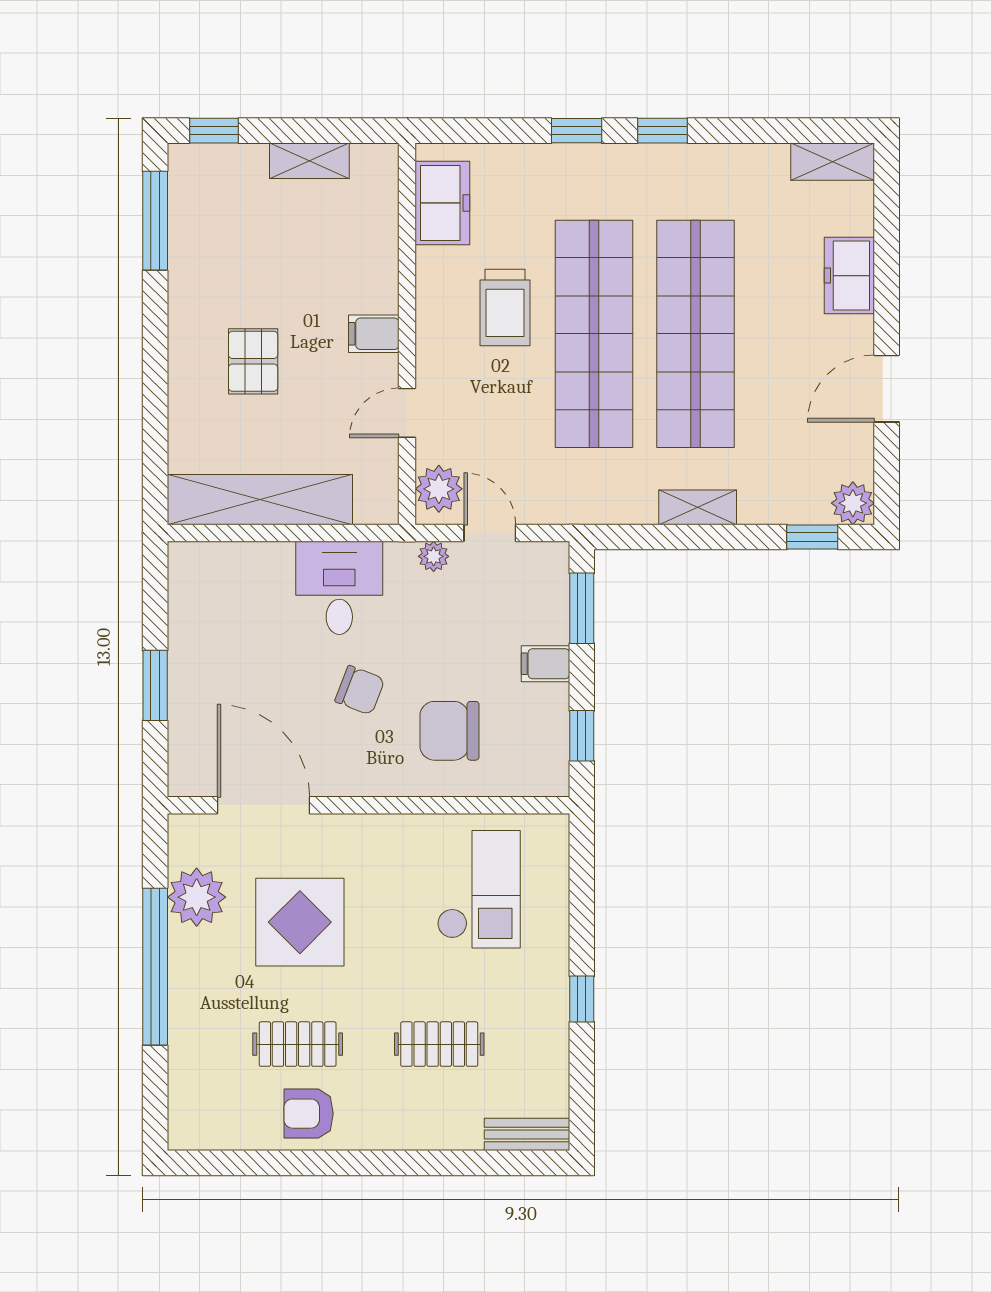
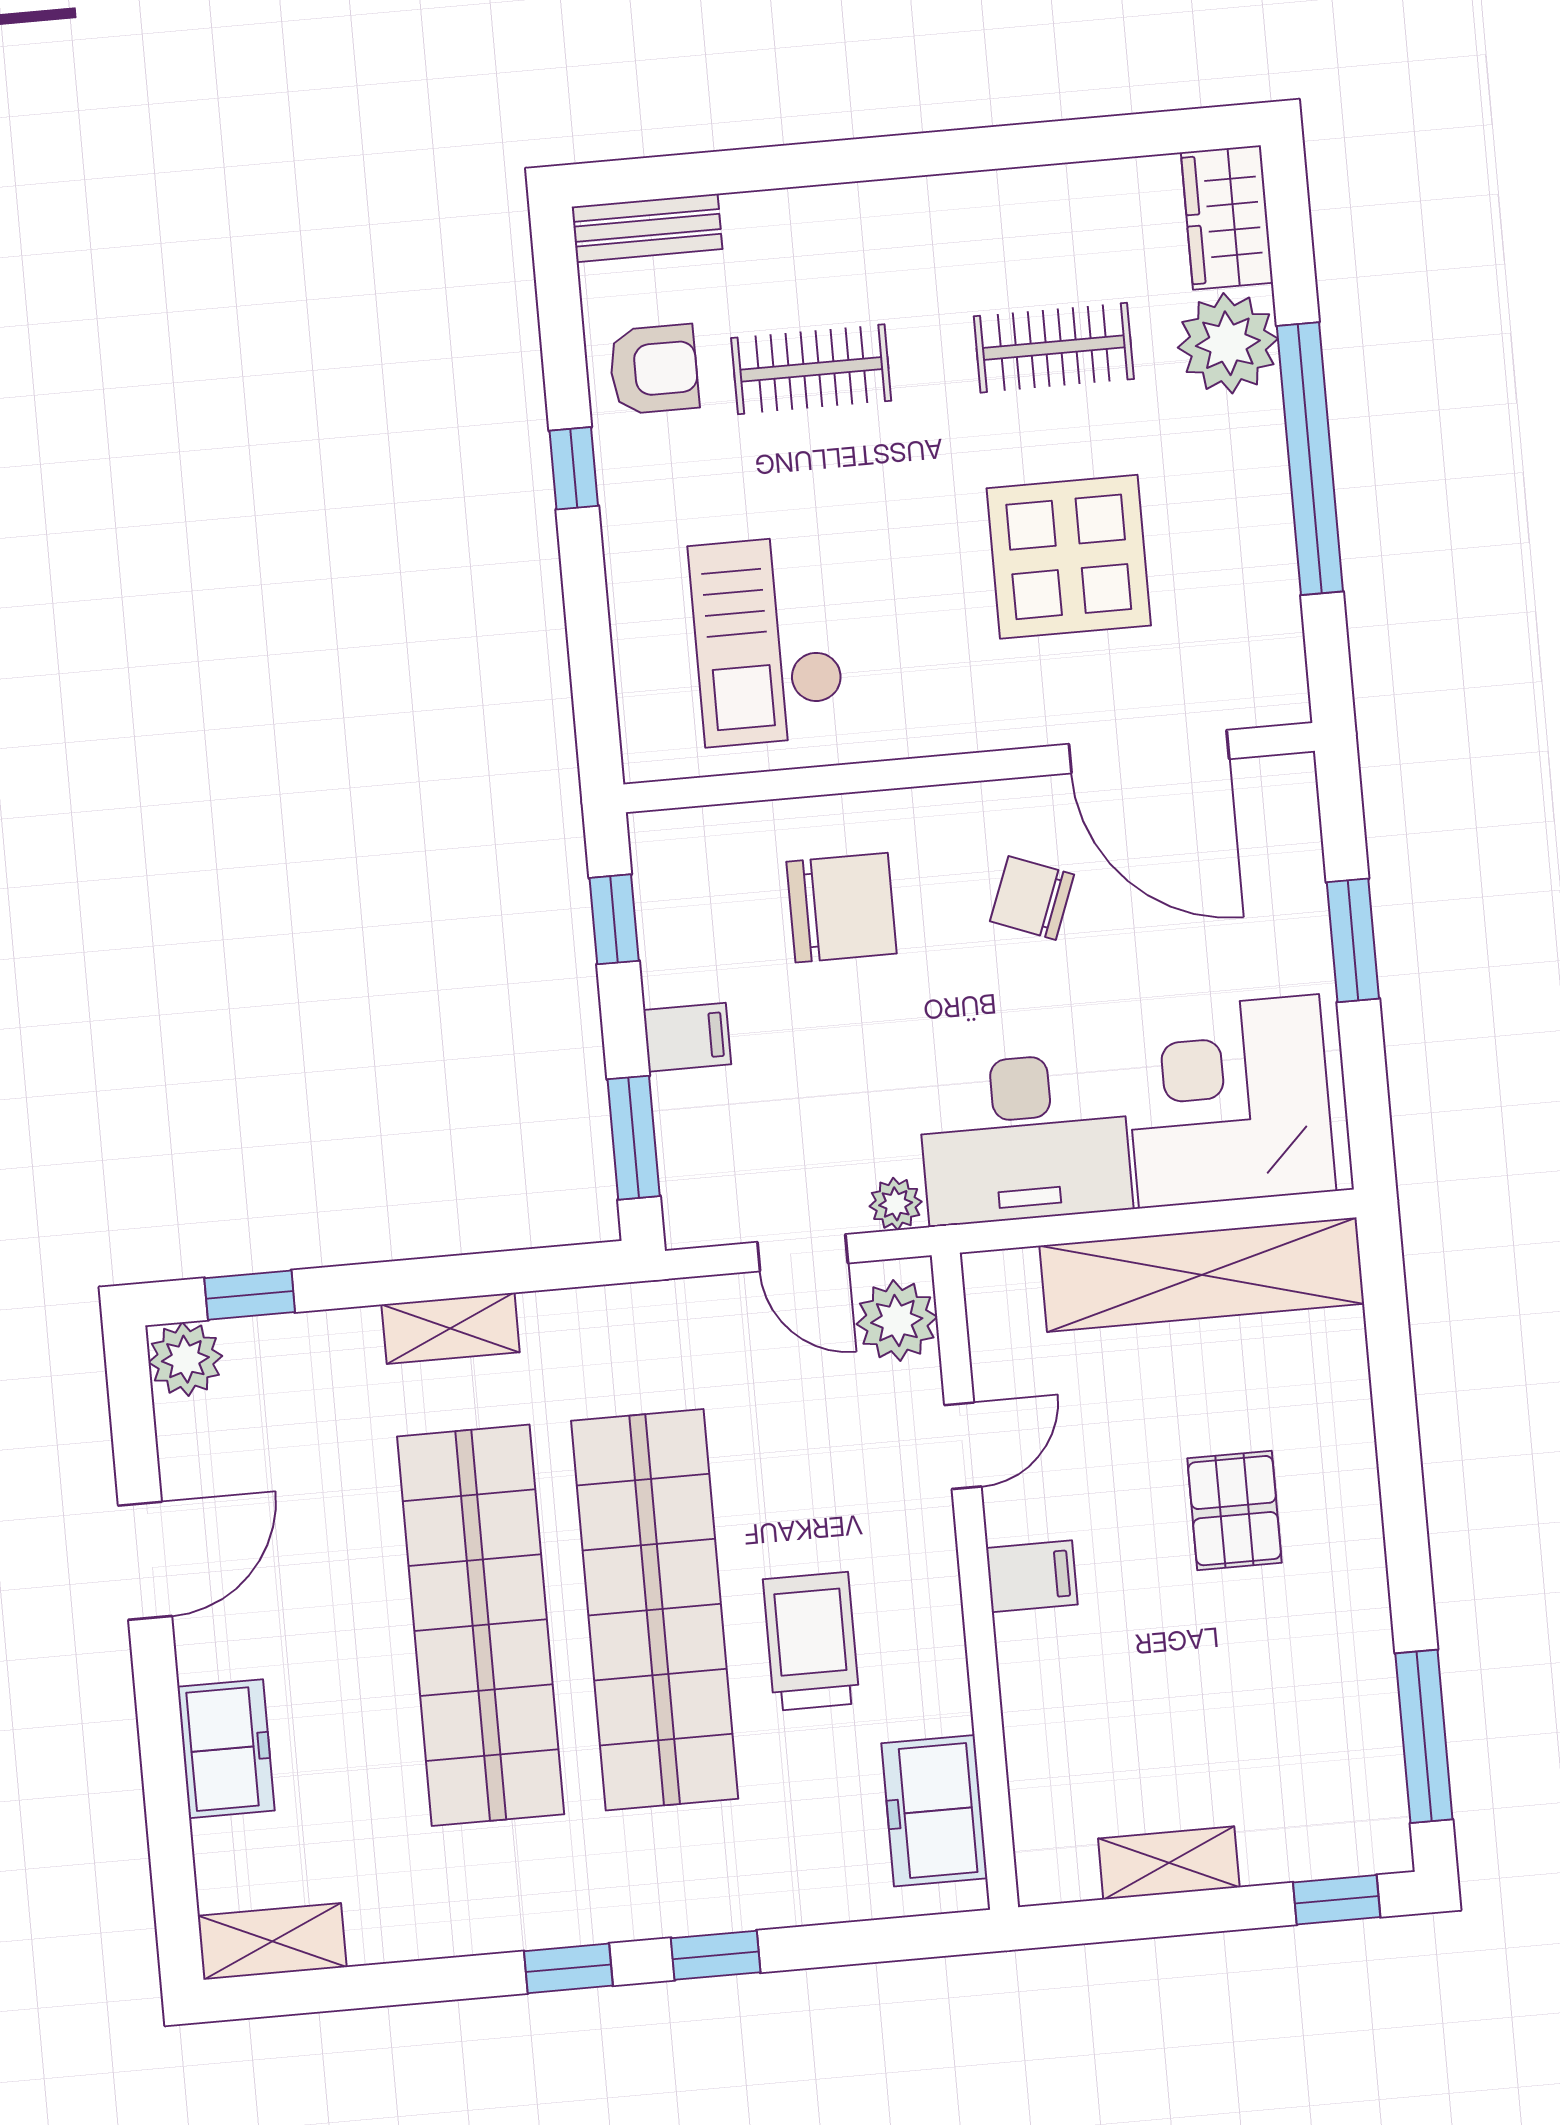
desk: (339, 588) -> (1025, 1138), width x1.37
corner desk: (235, 599) -> (1229, 1101), added
chair: (360, 690) -> (1032, 898), moved
plant: (197, 897) -> (1228, 343), moved
wardrobe: (191, 1110) -> (1227, 218), added
armchair: (309, 1114) -> (654, 369), moved

